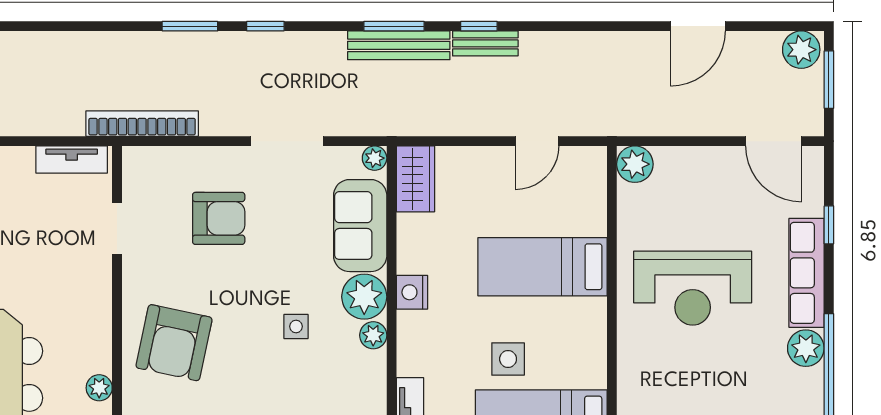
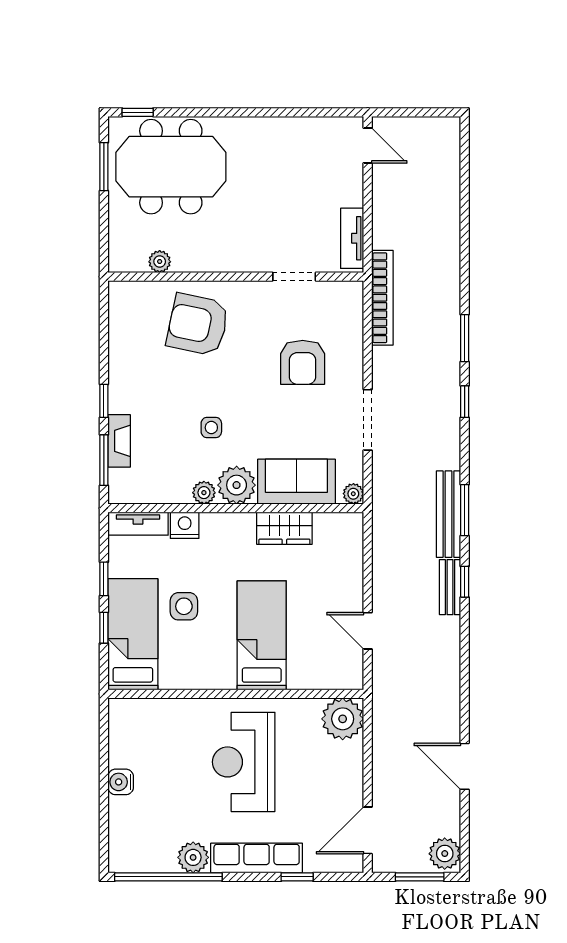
plant: (635, 164) -> (343, 719), width x1.36, depth x1.36
wardrobe: (415, 179) -> (284, 528), moved
nightstand: (412, 292) -> (185, 525), moved

